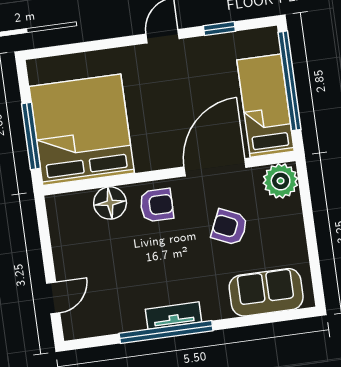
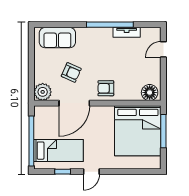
bed: (266, 106) -> (59, 151), moved, turned -90
floor lamp: (110, 203) -> (150, 93), moved
tv unit: (174, 316) -> (127, 32), moved

